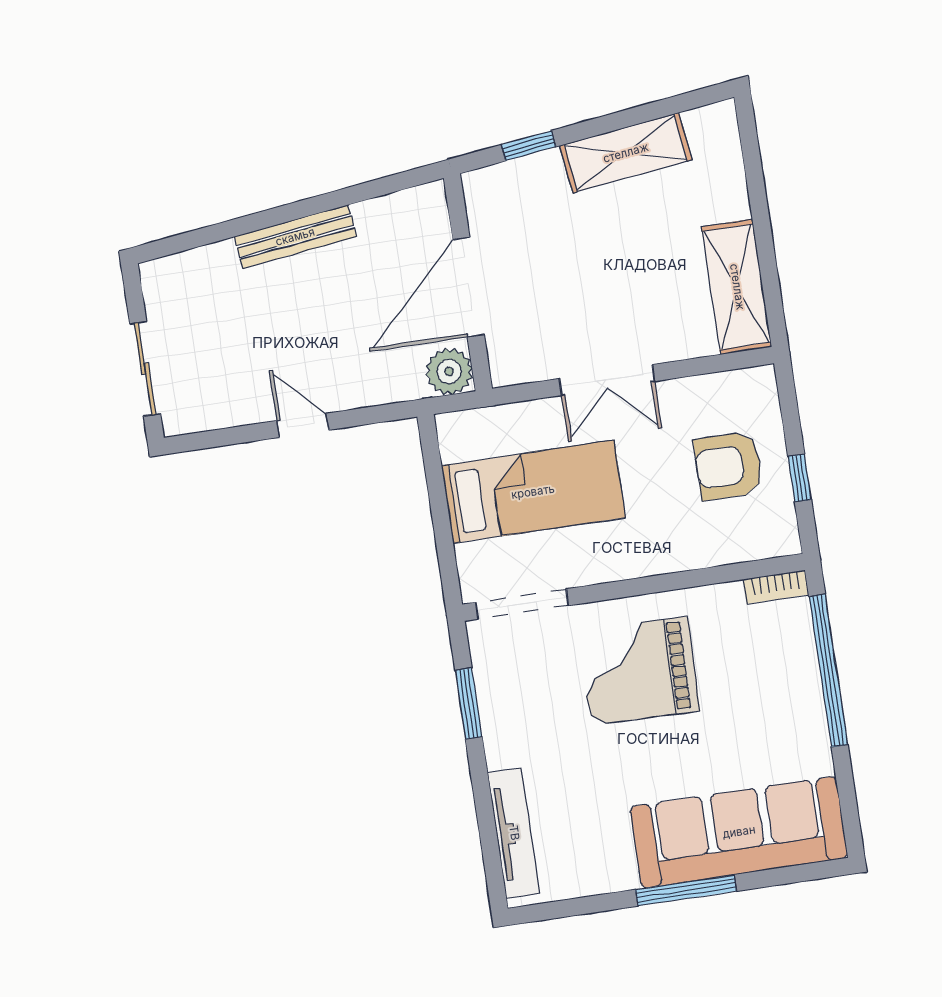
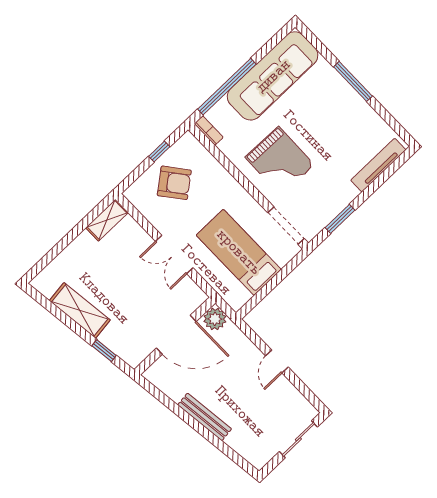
shelving: (737, 287) -> (107, 220), width x0.67, depth x0.75
double door: (607, 380) -> (174, 255), swing flipped
armchair: (728, 466) -> (174, 183), turned -38
sofa: (739, 832) -> (273, 76), moved, turned -90

